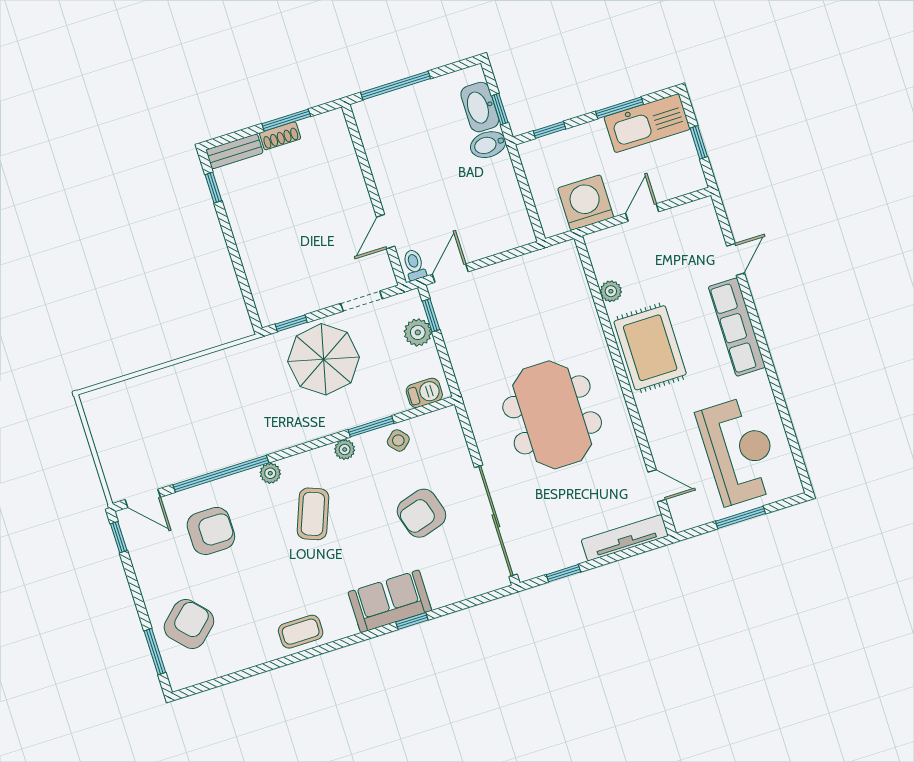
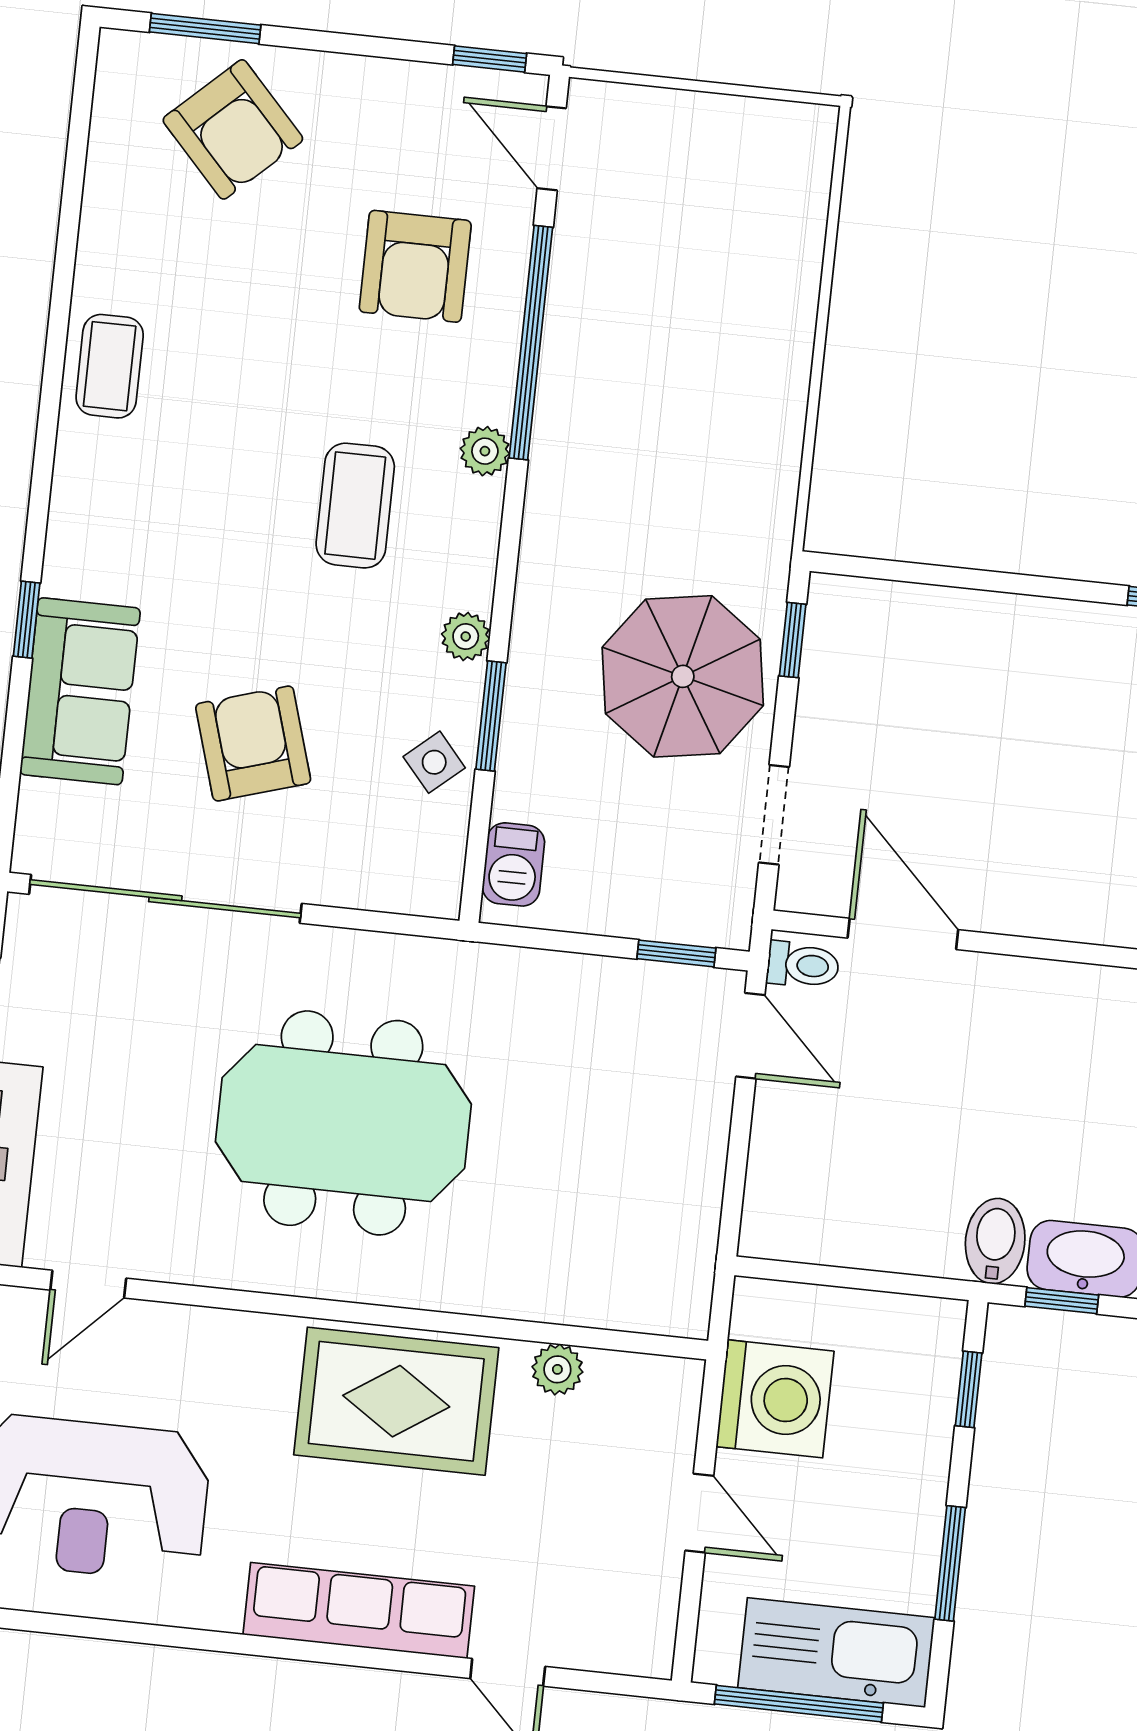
kitchen sink: (647, 123) -> (836, 1653), moved, turned 90
window: (699, 142) -> (799, 1704), width x2.17
door: (386, 232) -> (903, 934), width x1.38
plant: (418, 332) -> (652, 908), removed
door: (143, 498) -> (552, 148), hinge flipped
coffee table: (313, 514) -> (355, 506), turned 69
sofa: (390, 601) -> (80, 691), moved

